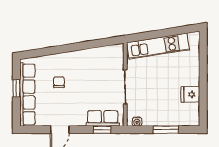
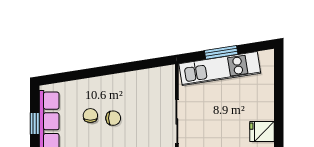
window: (159, 34) -> (221, 52), added
chair: (76, 84) -> (113, 118), added

